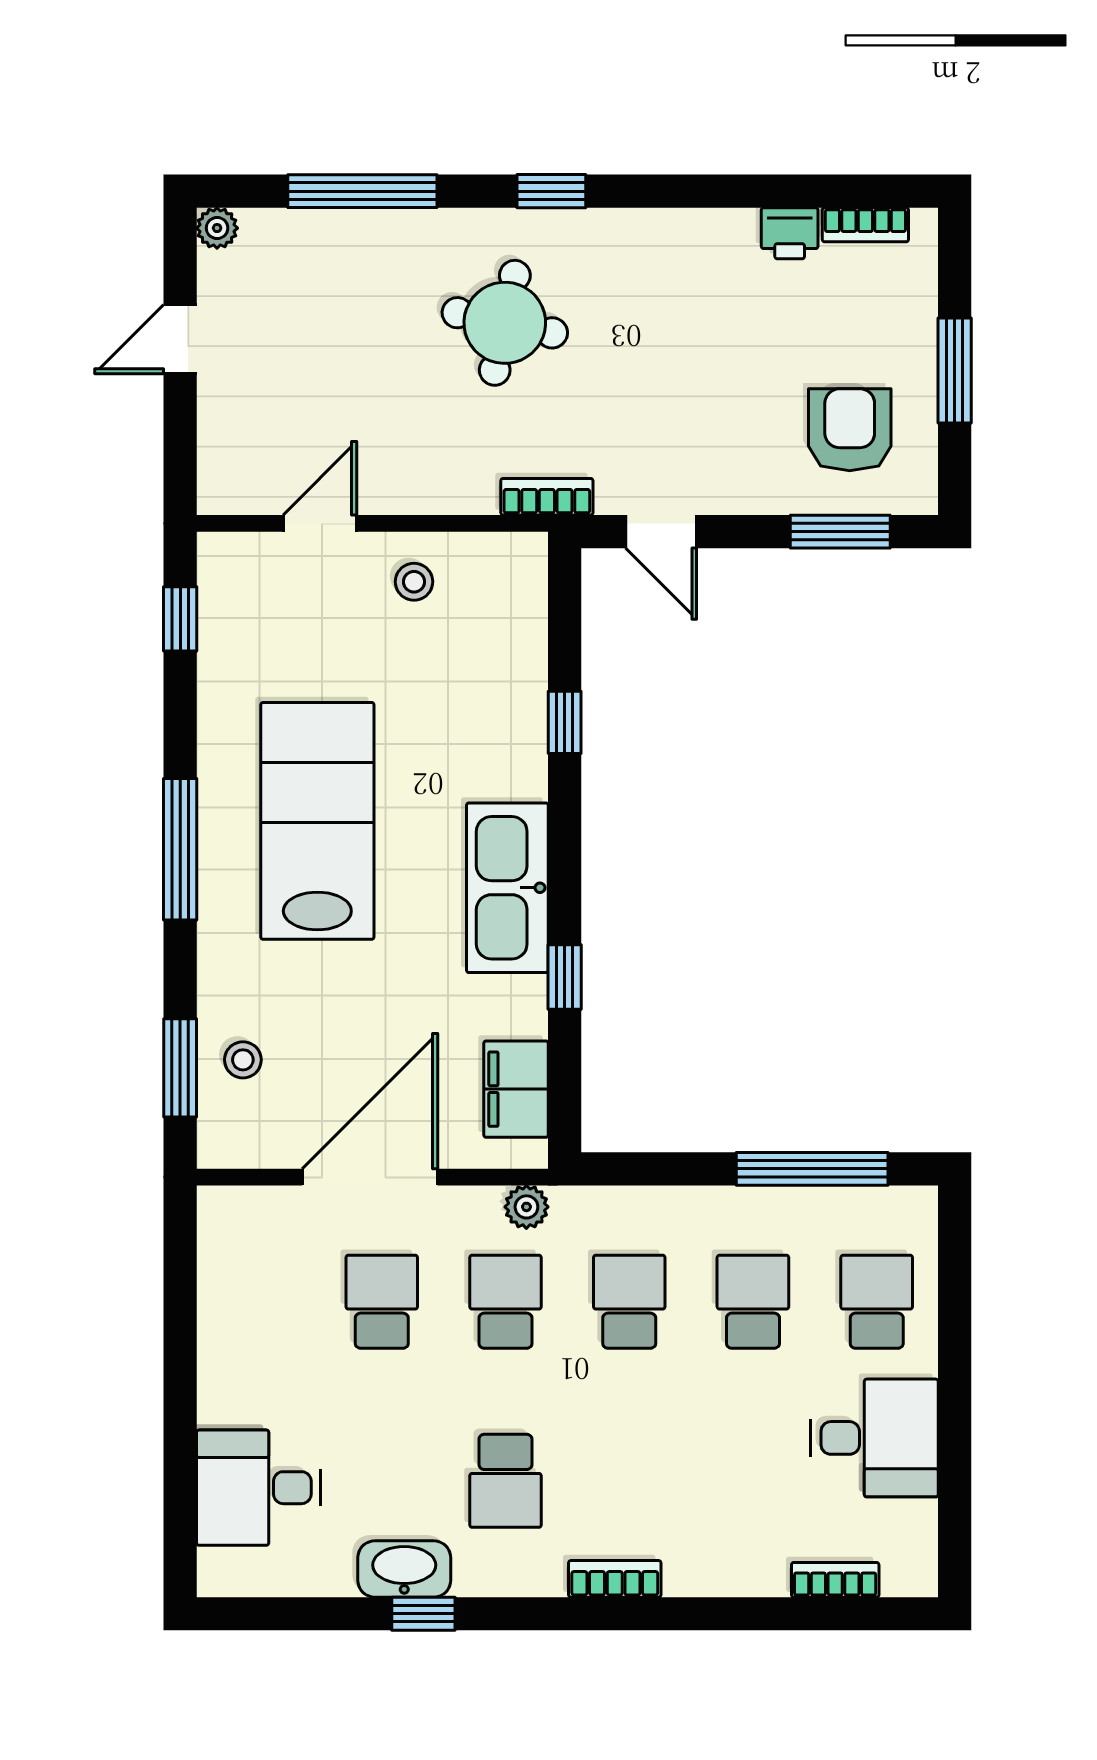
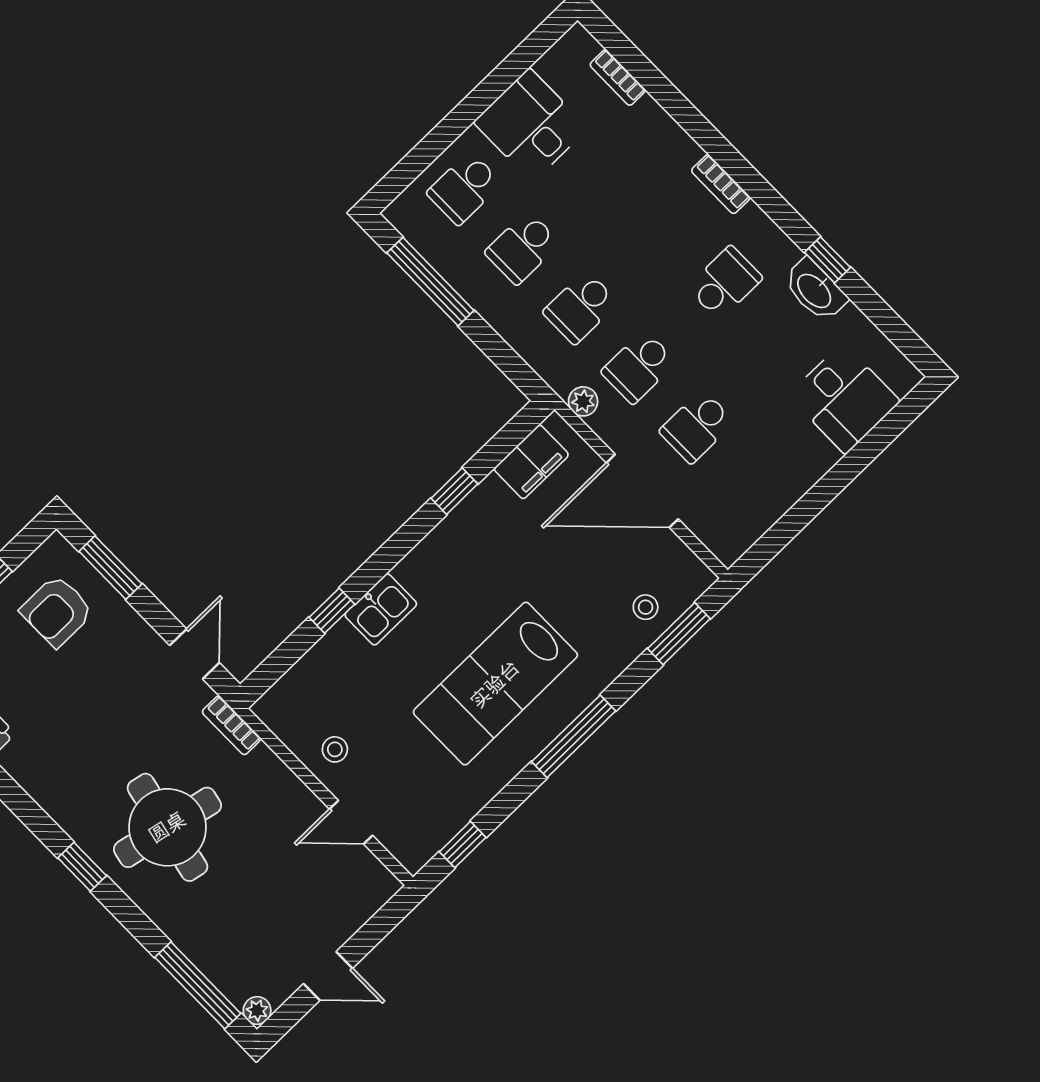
window: (362, 191) -> (198, 985), moved
round table: (505, 323) -> (167, 827), width x1.36, depth x1.36
kitchen sink: (507, 888) -> (381, 609), moved, width x0.53, depth x0.81

